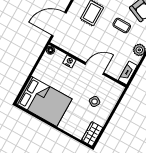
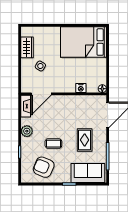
door: (94, 69) -> (41, 94), moved
wardrobe: (92, 134) -> (27, 47), moved

